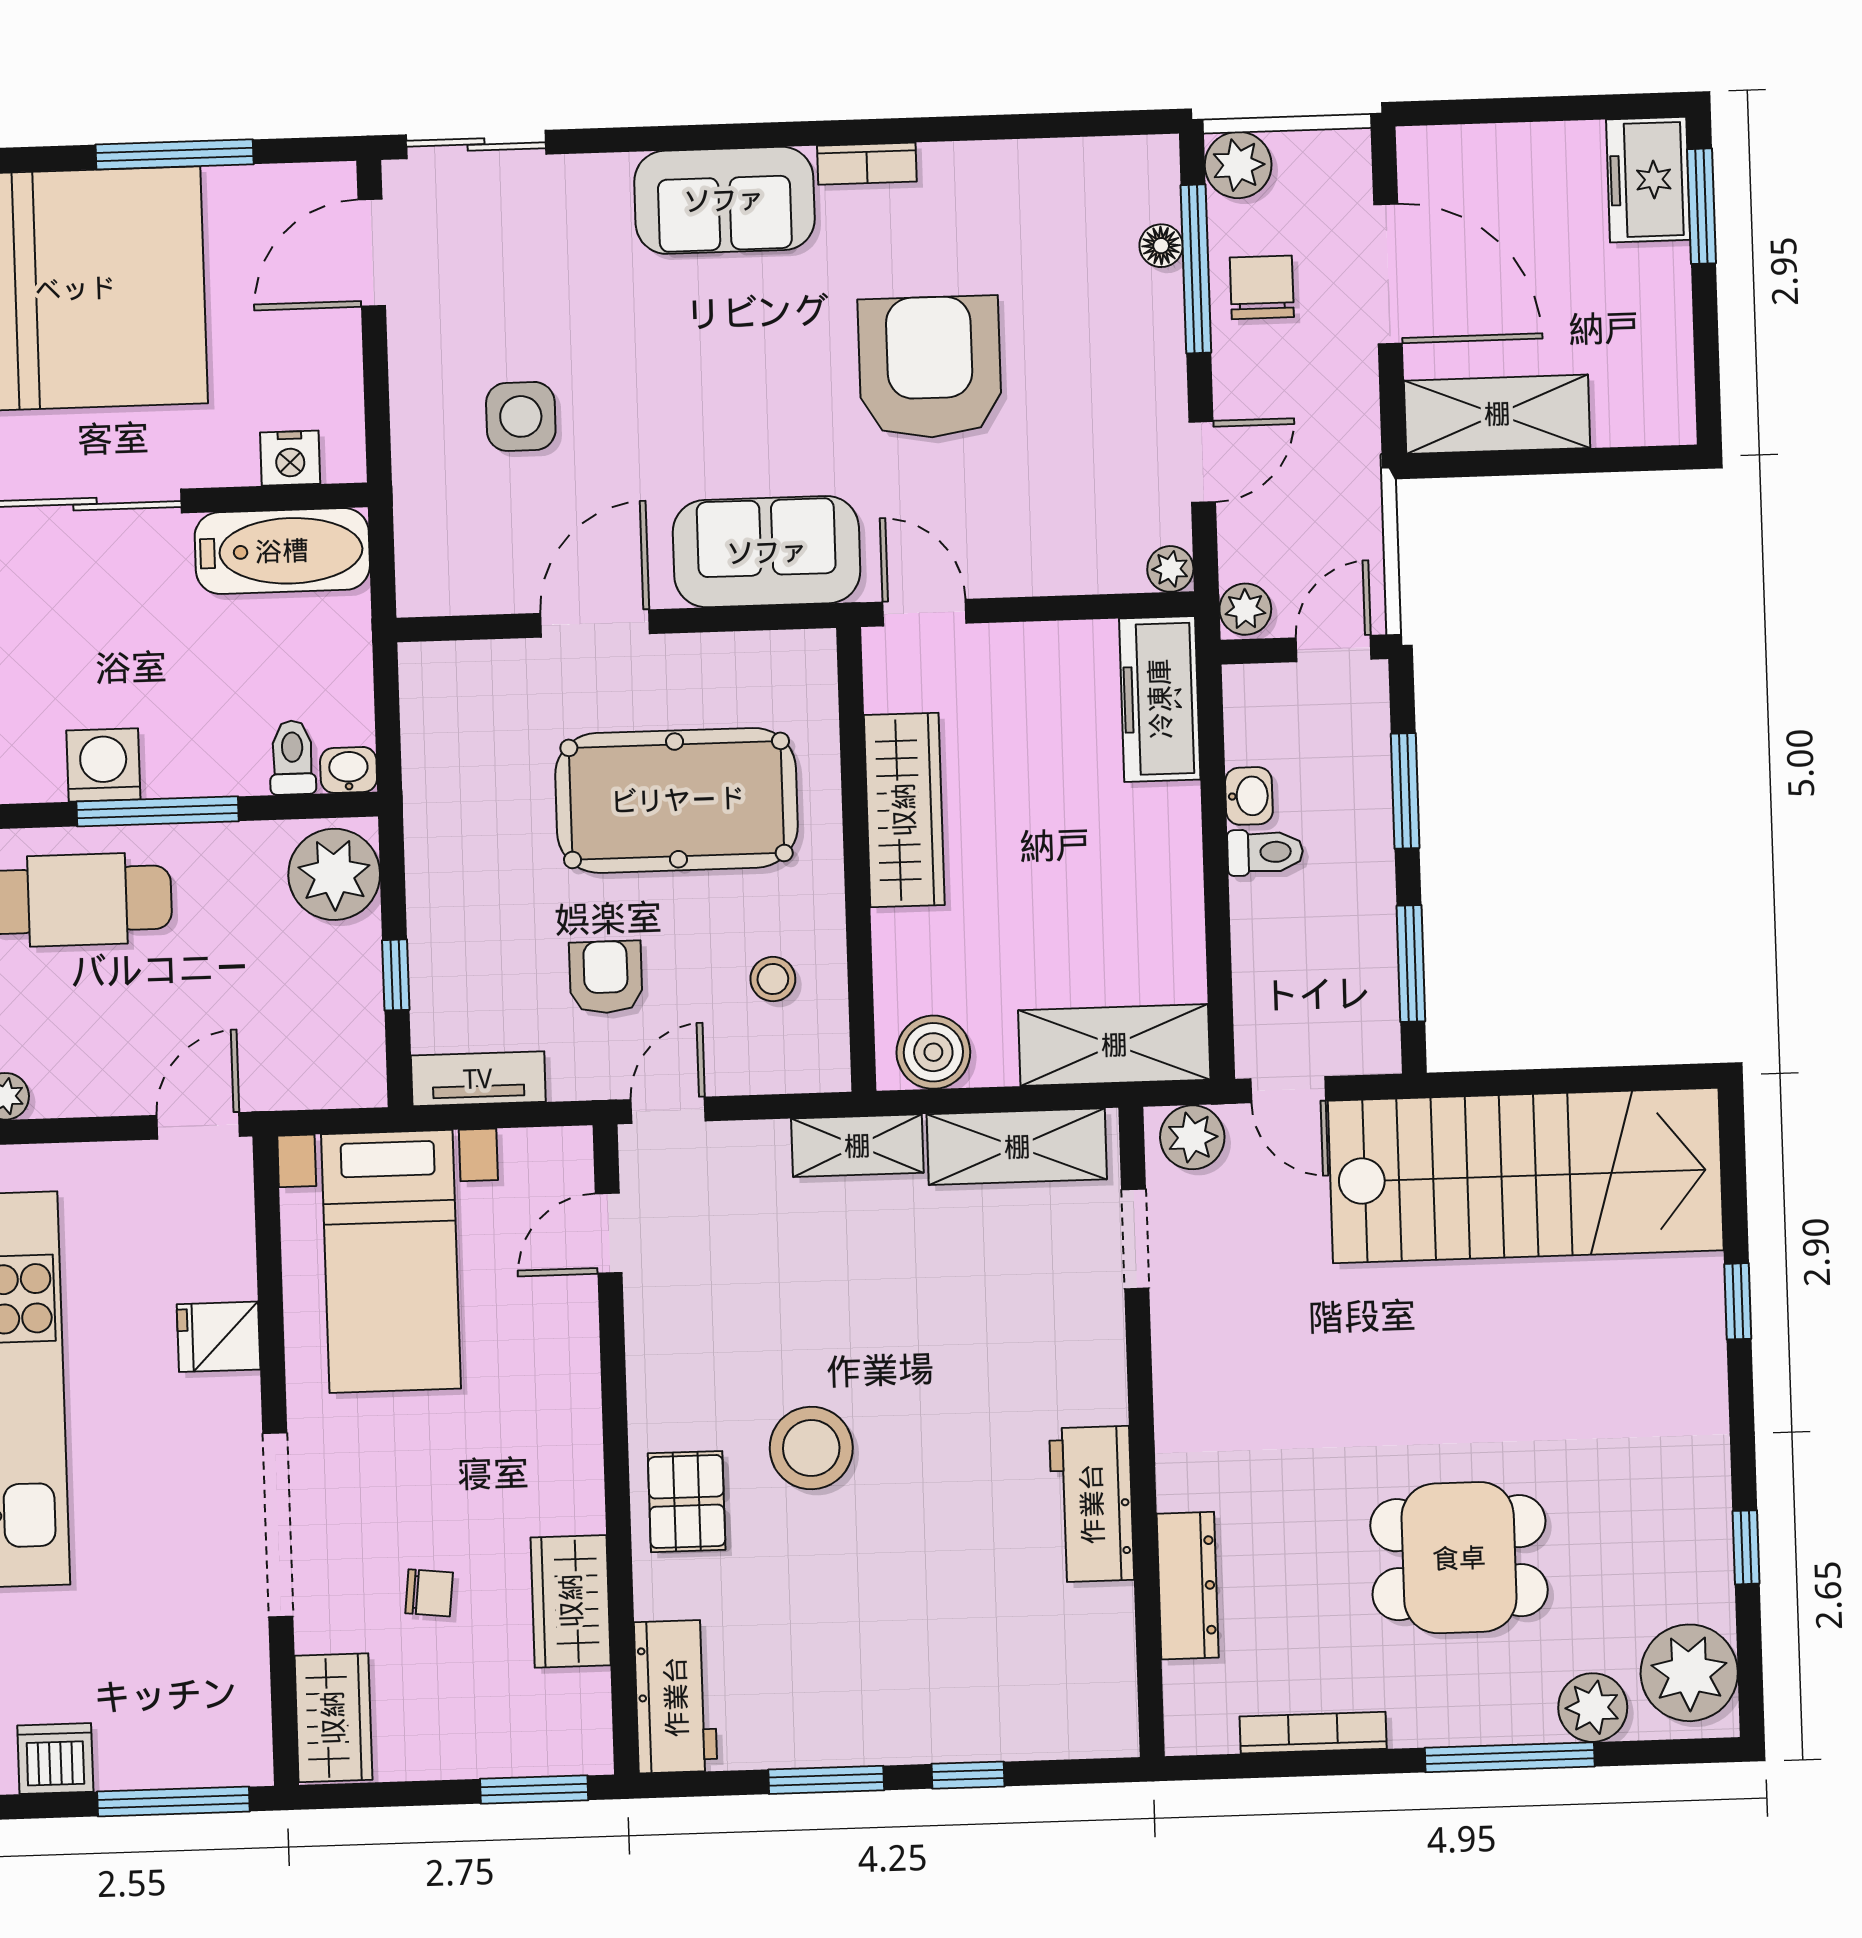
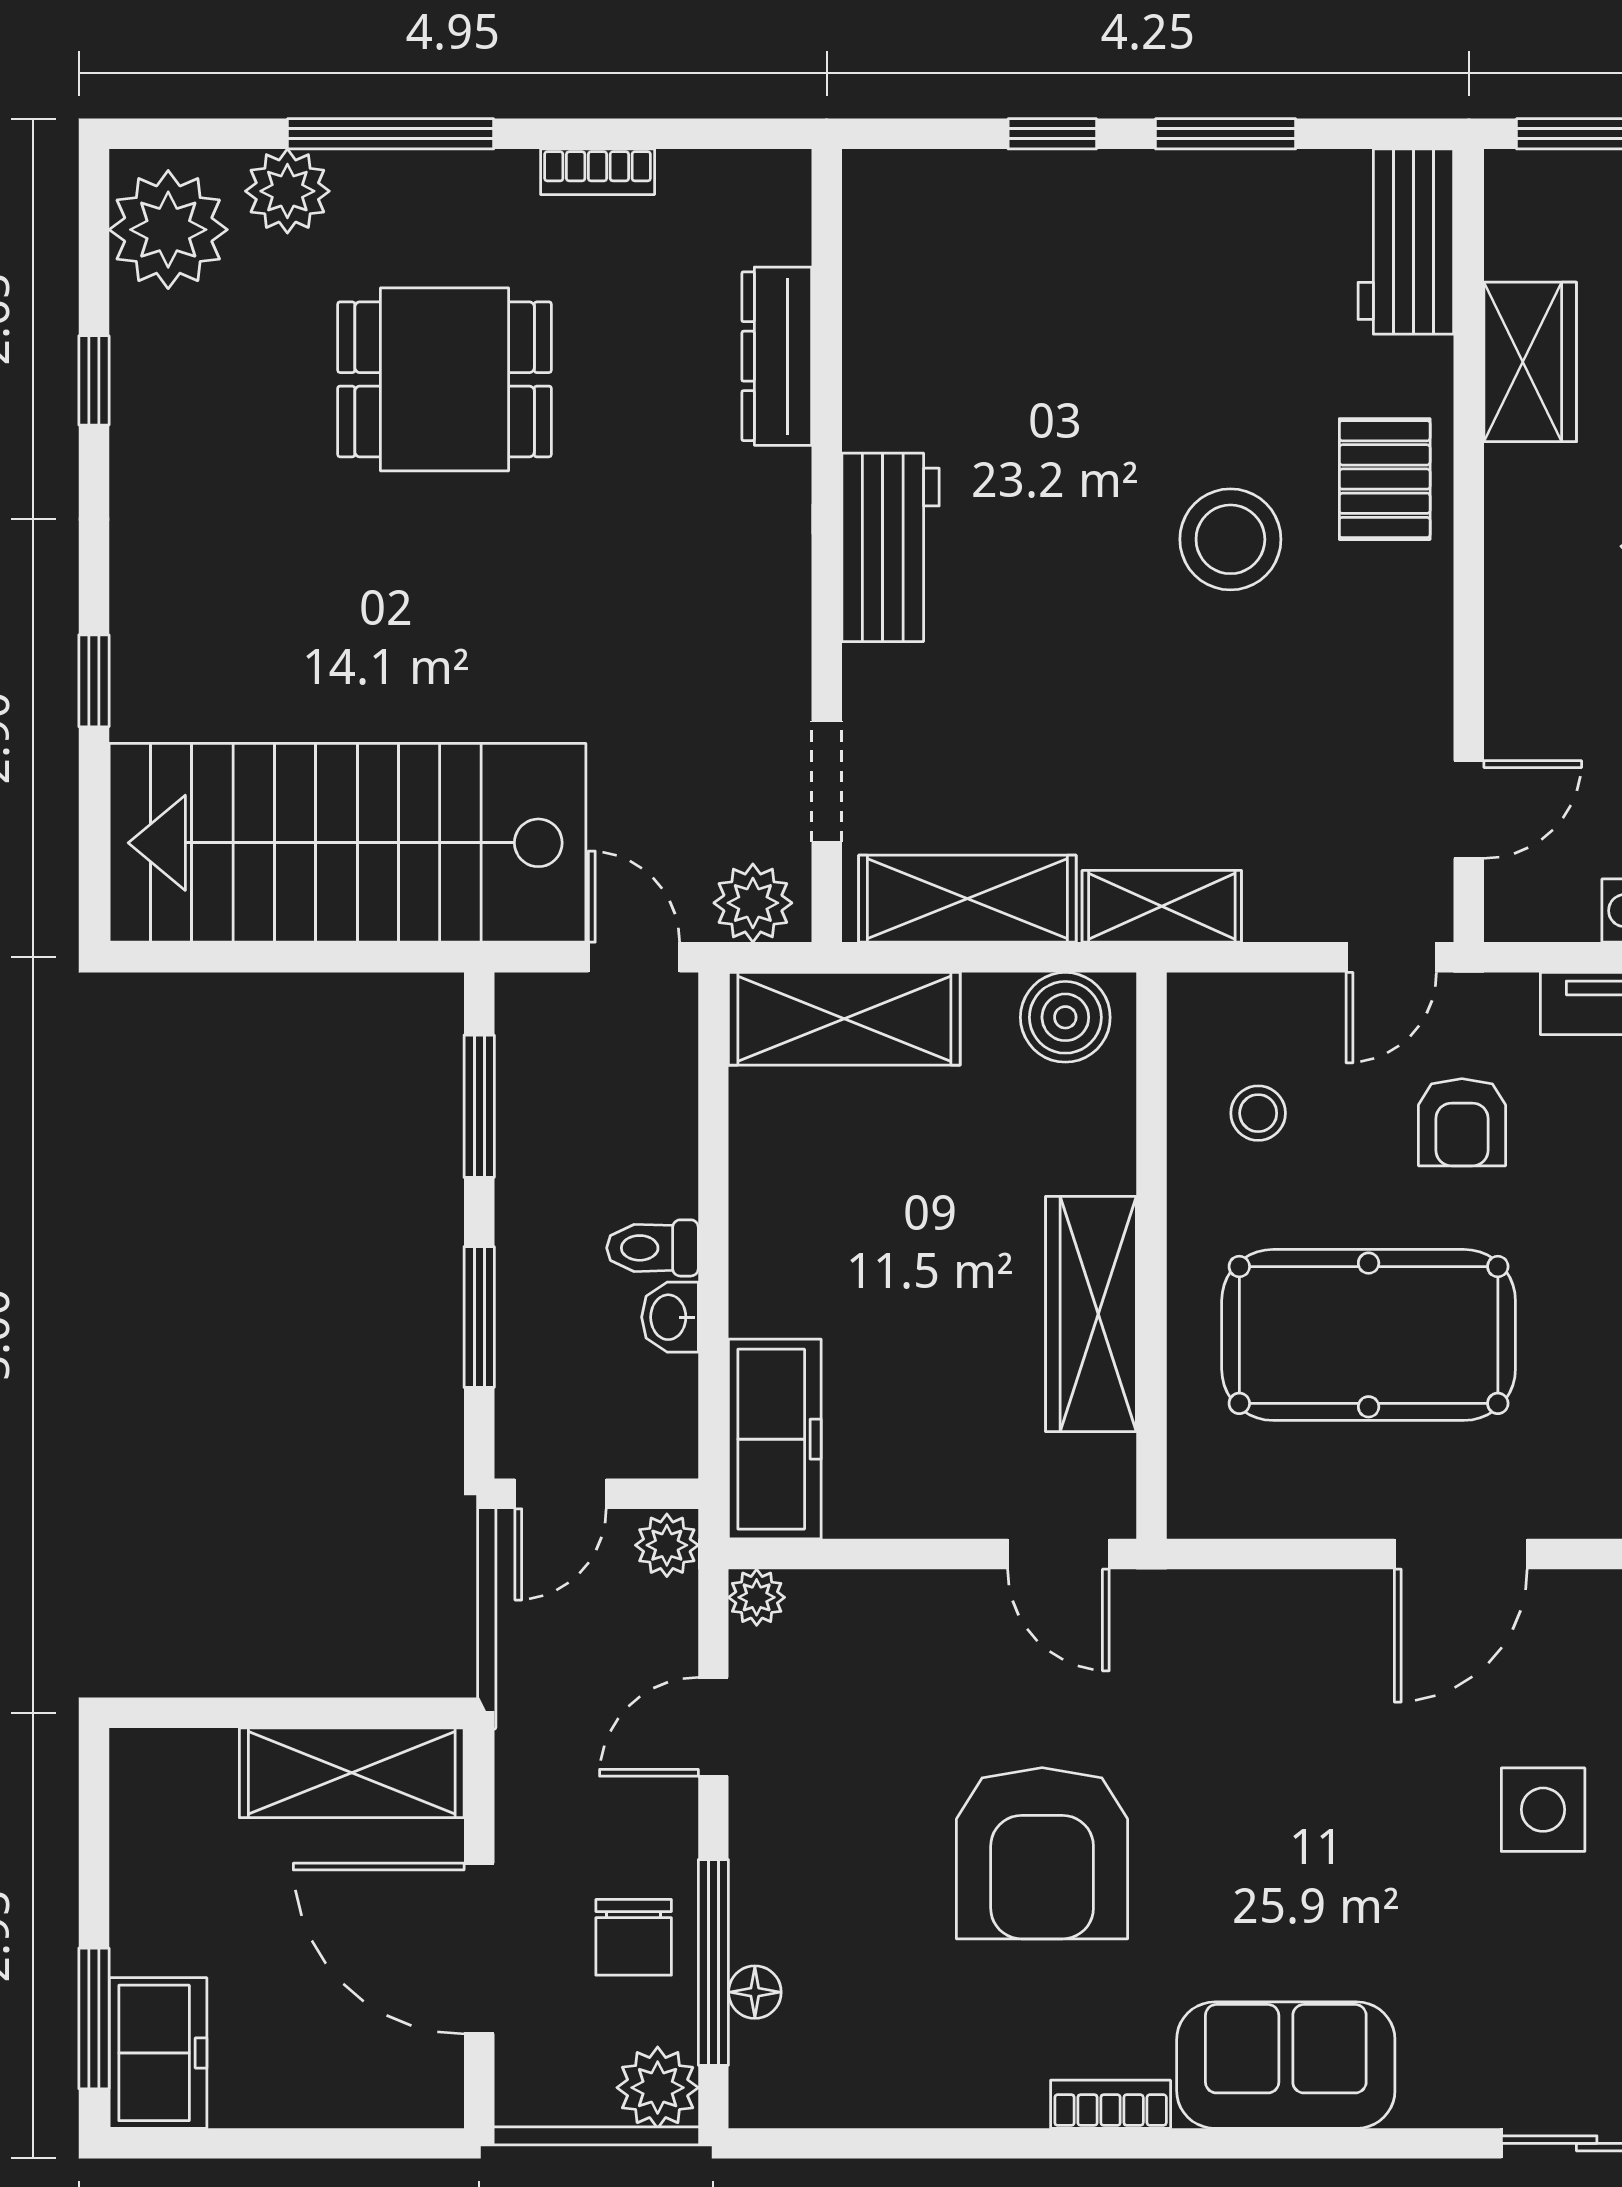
sofa: (767, 552) -> (1249, 1635), removed
workbench: (1092, 1504) -> (890, 547), moved
bookcase: (1313, 1733) -> (598, 172), width x0.64

